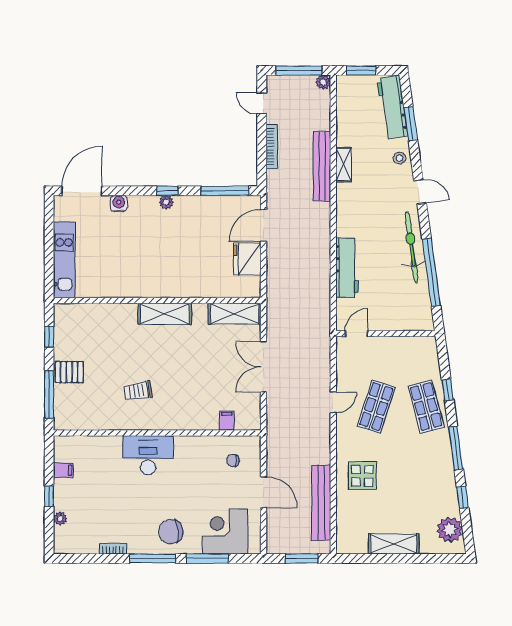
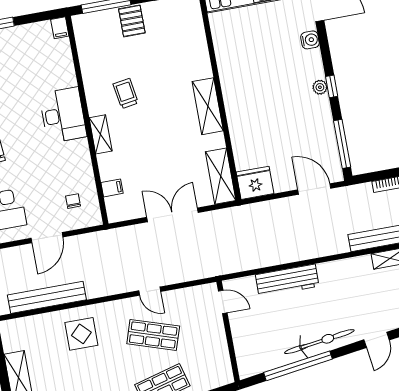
fridge: (247, 259) -> (255, 183), moved
shelving: (173, 422) -> (101, 134), added
filing cabinet: (63, 470) -> (60, 28), moved

